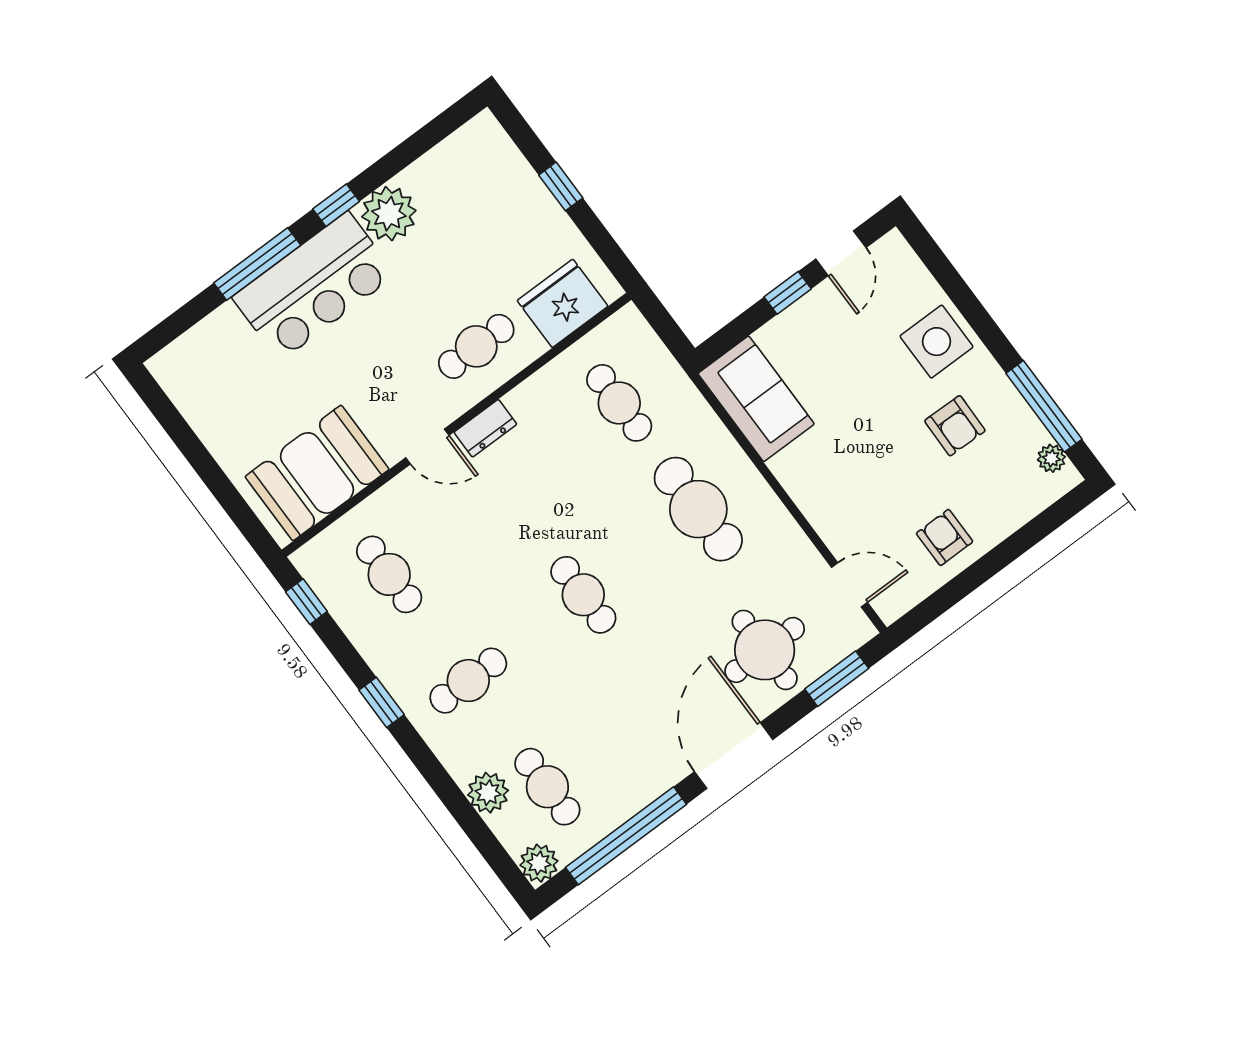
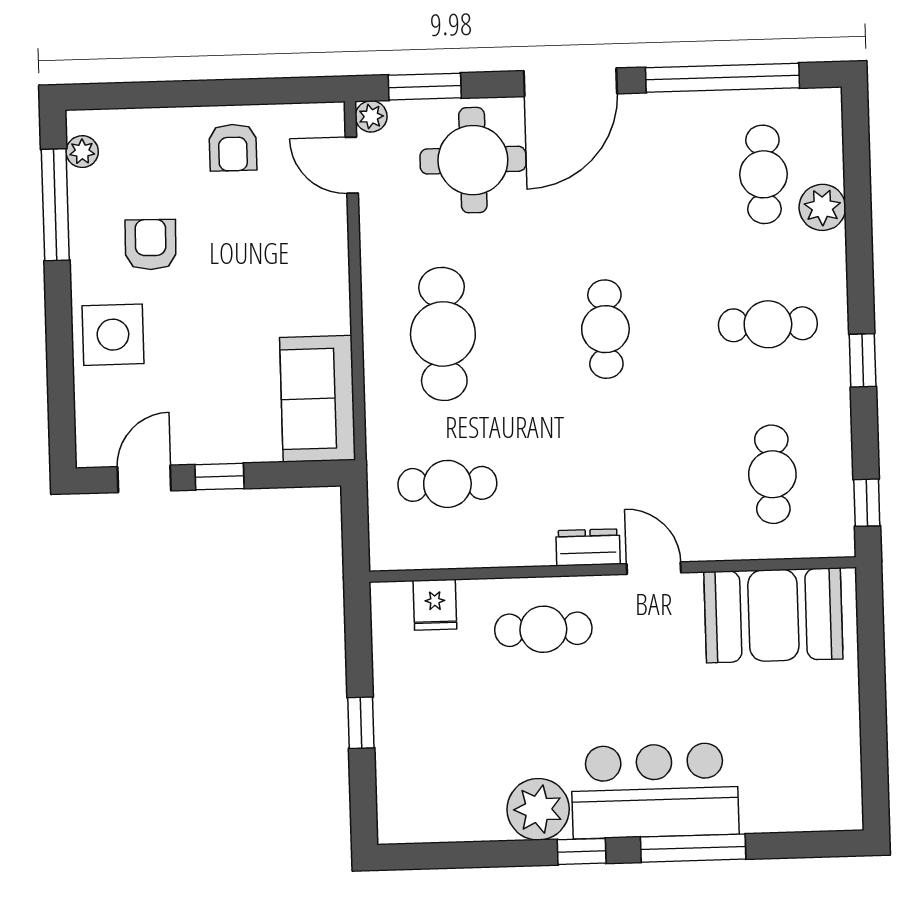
fridge: (563, 303) -> (435, 605), width x0.53, depth x0.75
cafe table: (619, 403) -> (447, 484), turned 90
plant: (539, 863) -> (371, 116), moved, width x0.73, depth x0.73

